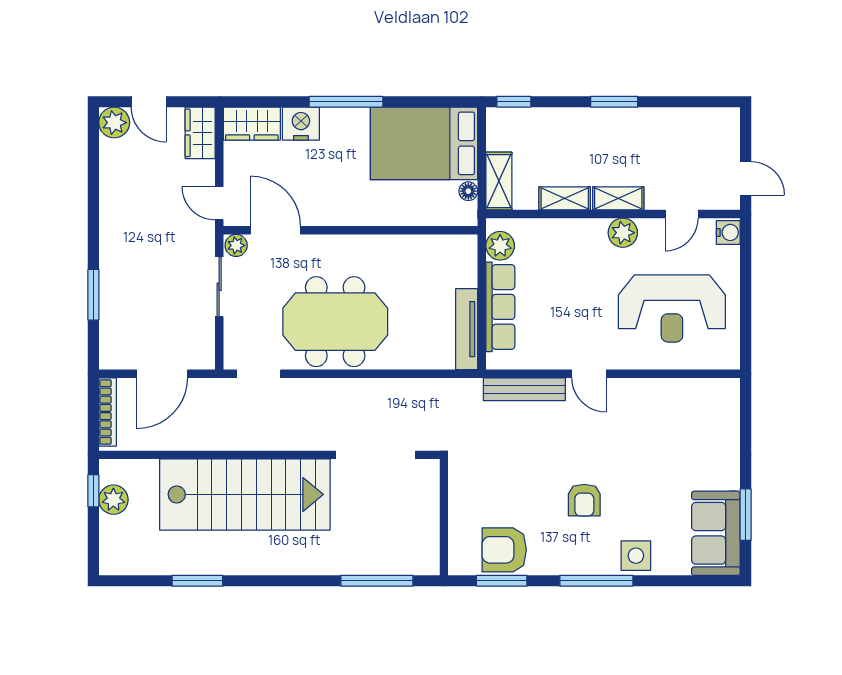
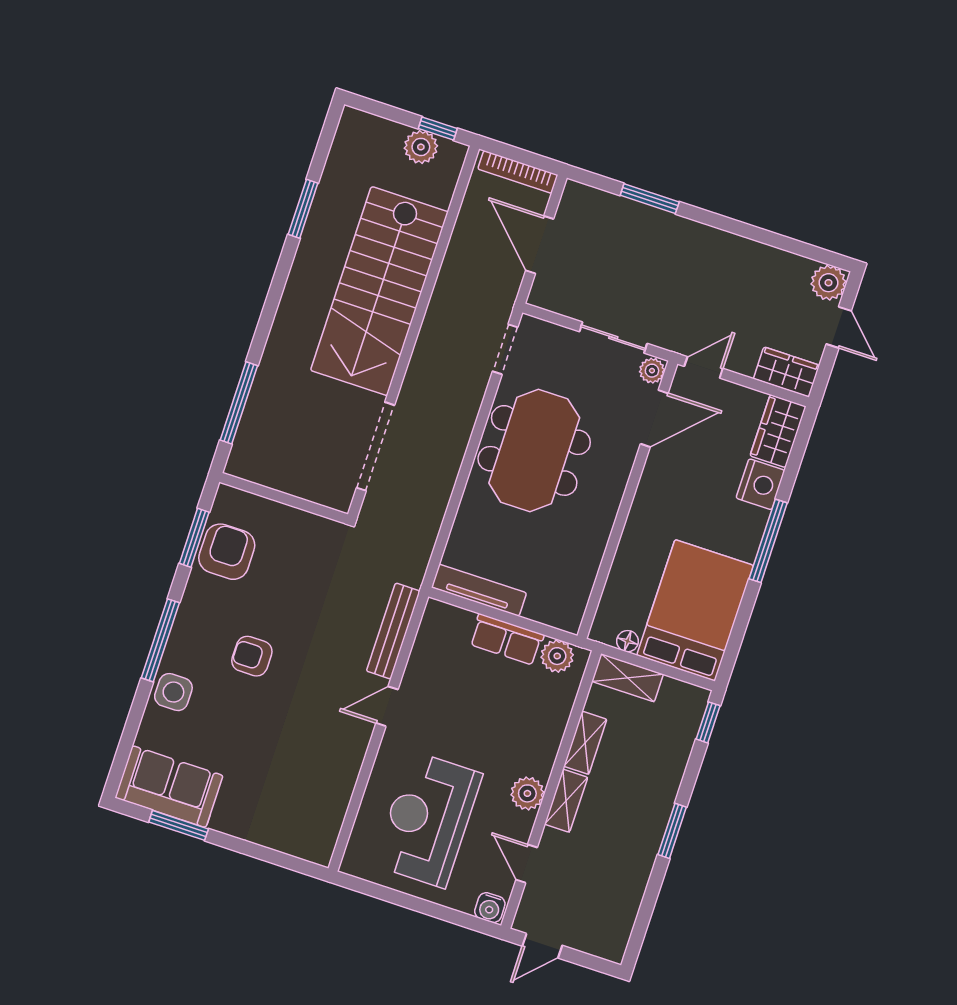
door: (149, 102) -> (839, 327), swing flipped
row of seats: (500, 307) -> (507, 640), width x0.68

